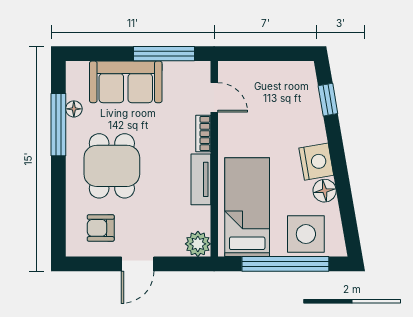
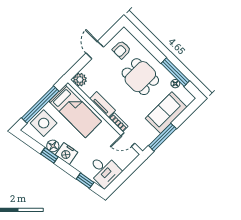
desk: (289, 88) -> (104, 171), added
window: (342, 182) -> (49, 155), added
armchair: (101, 228) -> (122, 50), turned 180

